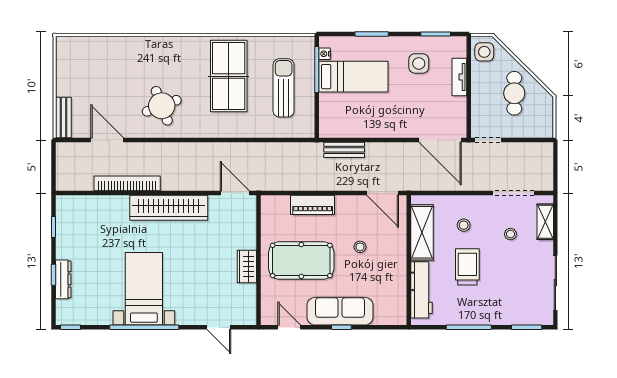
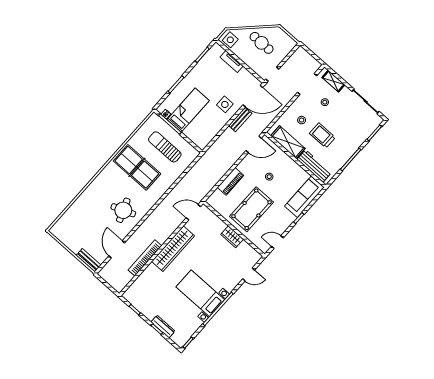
side table: (419, 63) -> (225, 104), moved
door: (107, 140) -> (117, 249), hinge flipped
bench: (344, 150) -> (240, 119), moved
sofa: (340, 311) -> (304, 197), moved

